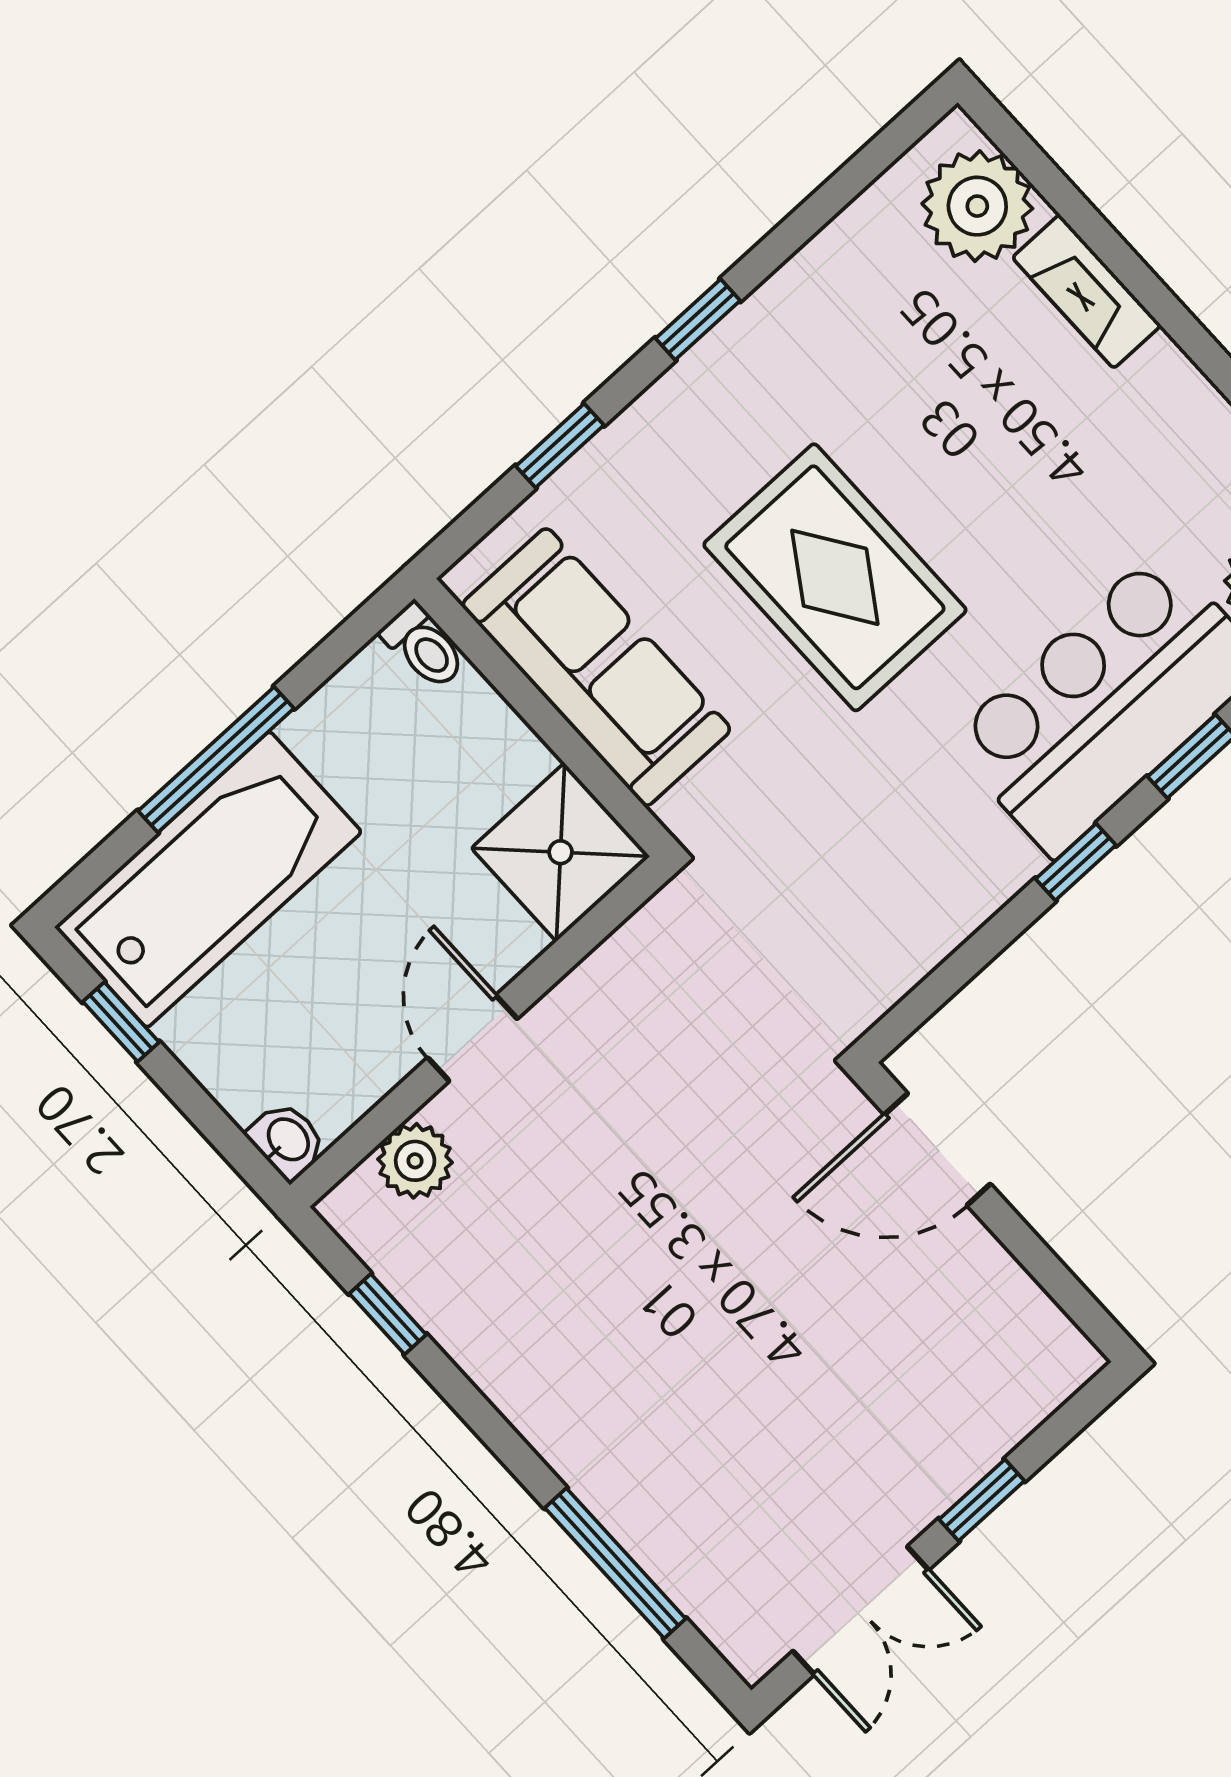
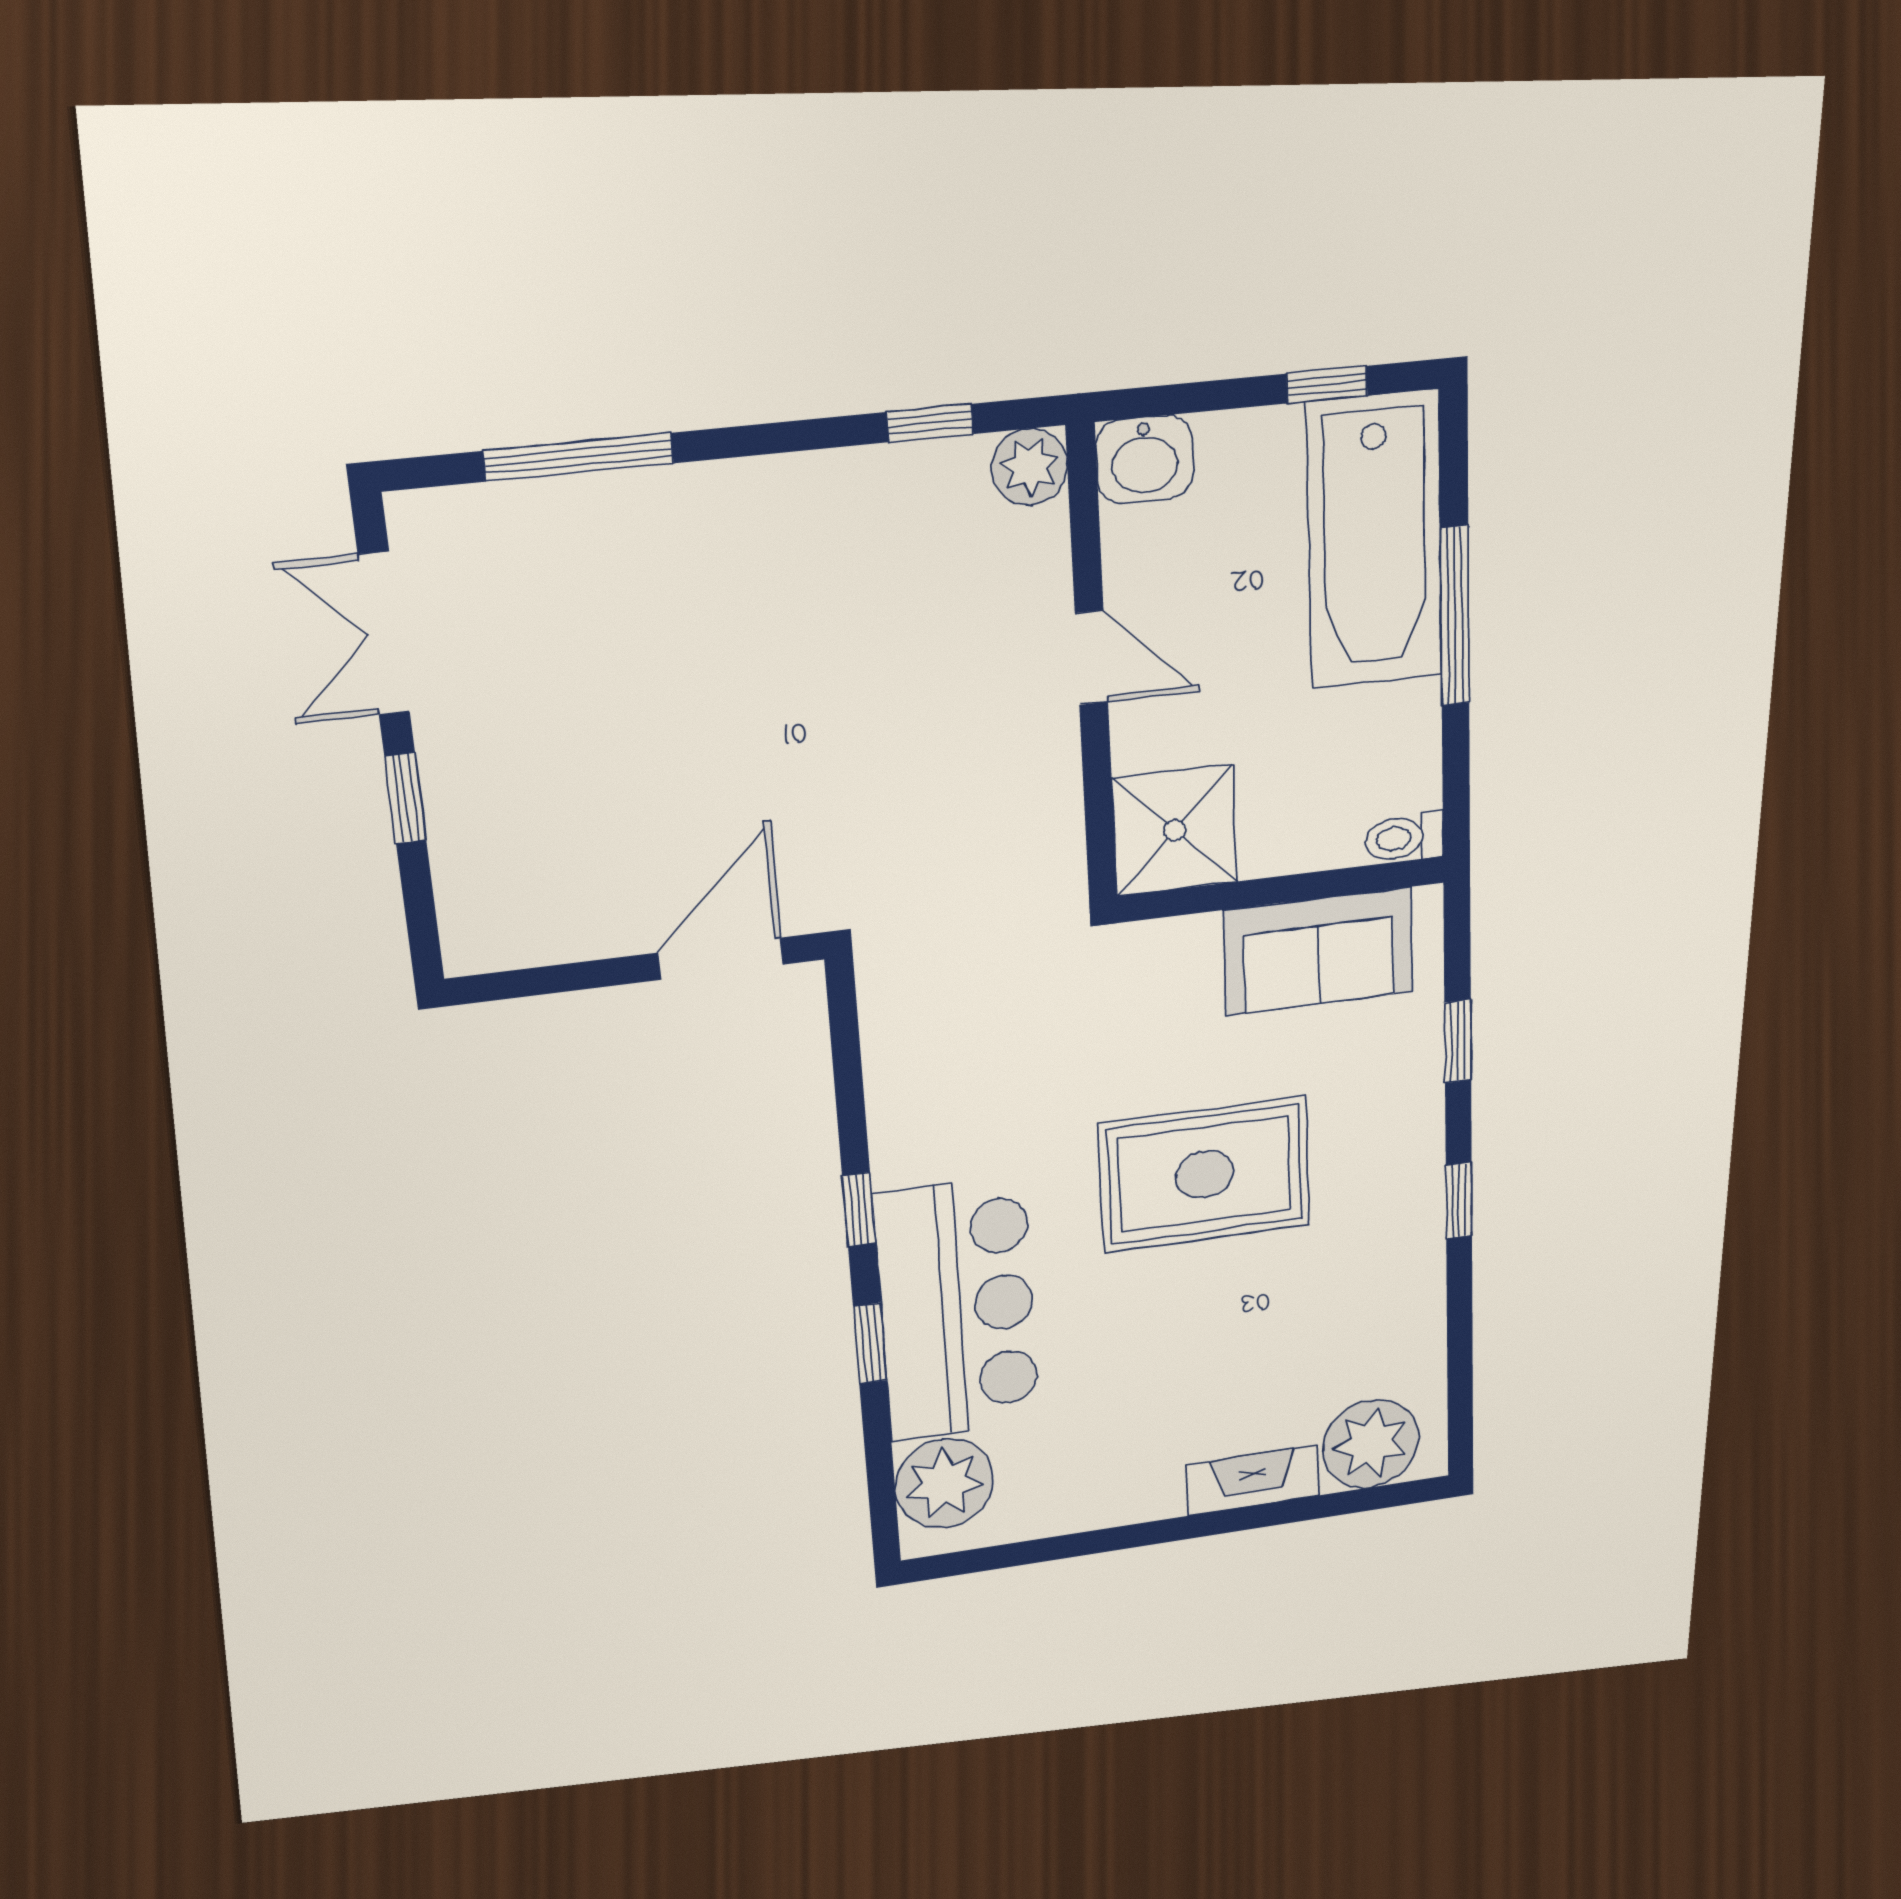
sofa: (596, 667) -> (1319, 951), width x0.73
washbasin: (287, 1140) -> (1145, 459), width x1.38, depth x1.45
plant: (415, 1161) -> (1030, 467), moved

